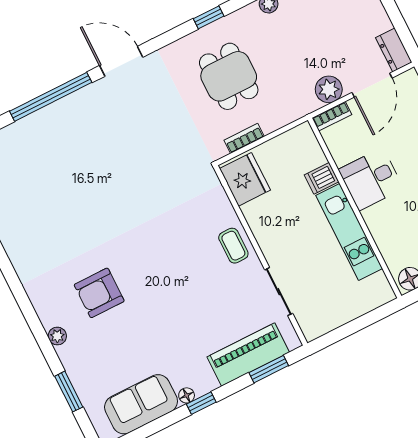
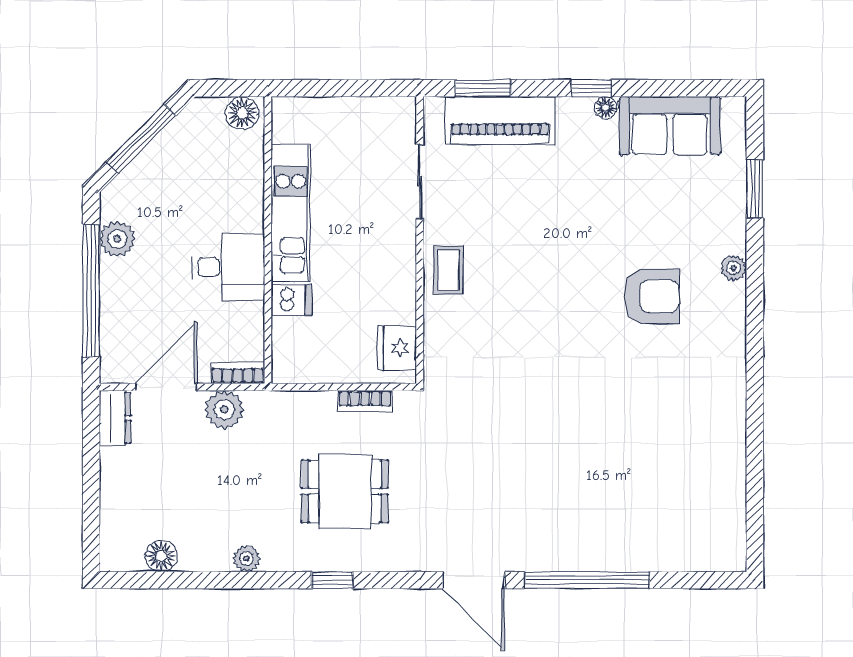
dining table: (229, 76) -> (345, 491), turned 90
fridge: (245, 179) -> (397, 348), width x0.73, depth x0.75

